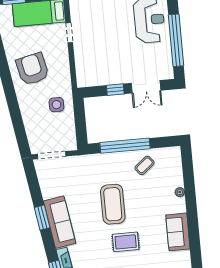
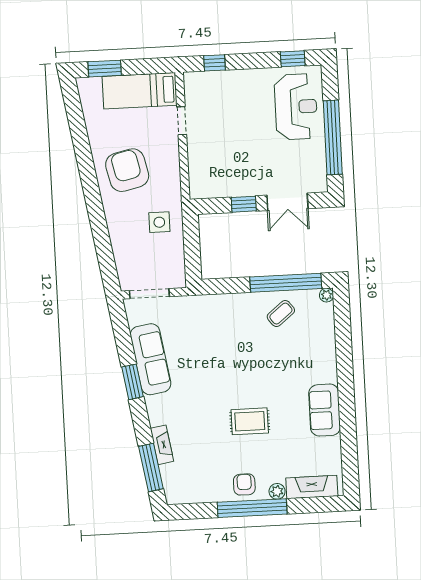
window: (125, 146) -> (286, 283), moved
plant: (180, 192) -> (327, 295), moved
coffee table: (113, 204) -> (234, 367), removed
sofa: (60, 222) -> (151, 359), moved

